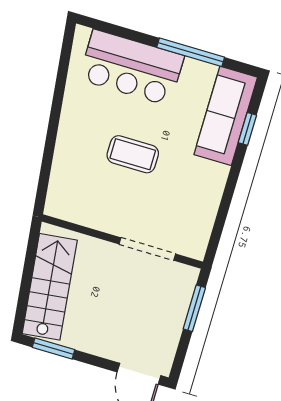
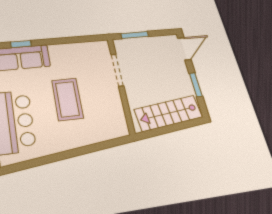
coffee table: (133, 154) -> (67, 99), width x1.36, depth x1.32
window: (54, 349) -> (196, 85), moved

